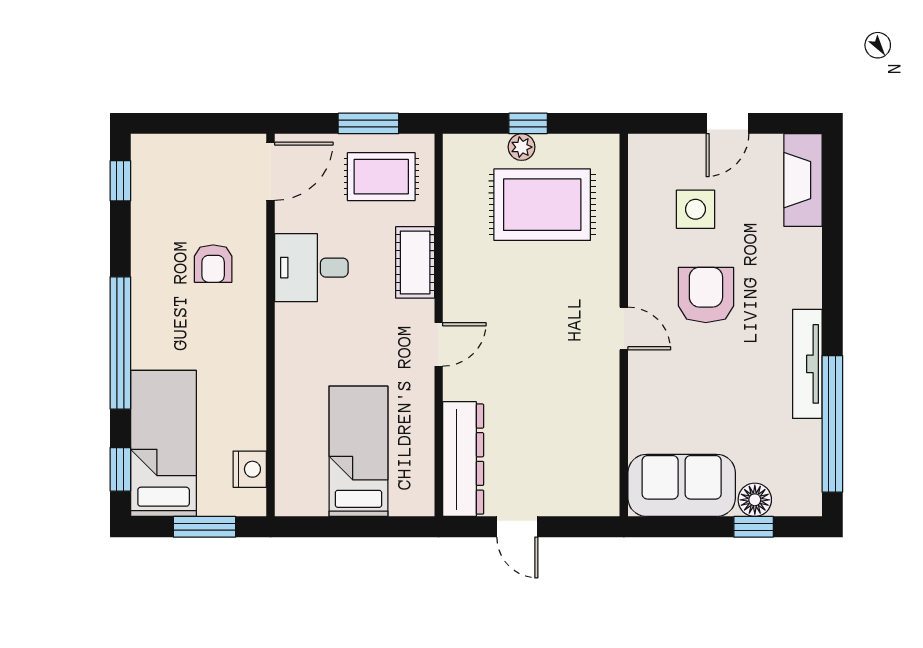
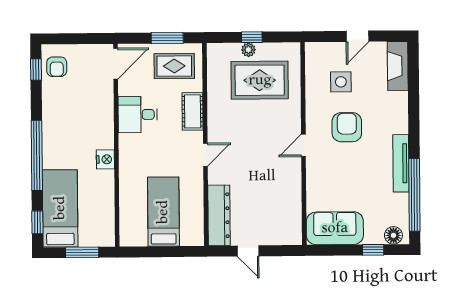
armchair: (213, 264) -> (57, 67), moved
door: (624, 328) -> (303, 145), swing flipped
nightstand: (250, 469) -> (105, 159), moved
floor lamp: (755, 500) -> (393, 235), moved

